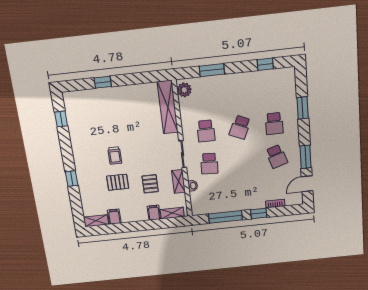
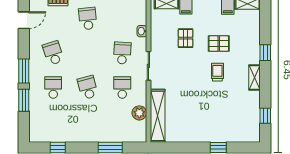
plant: (184, 90) -> (139, 113), moved
school desk: (240, 127) -> (88, 87), turned -39
window: (305, 157) -> (24, 71), moved
shelving: (178, 181) -> (255, 78), moved
school desk: (246, 192) -> (88, 18), added

